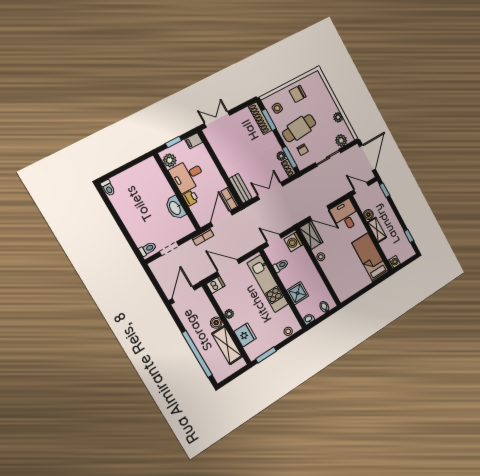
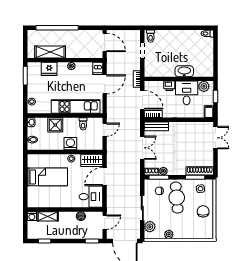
washbasin: (175, 208) -> (184, 71), moved
shelving: (377, 230) -> (48, 216), moved
washing machine: (294, 242) -> (70, 144), moved
bed: (370, 257) -> (47, 177), moved
boiler: (216, 323) -> (71, 53), removed

